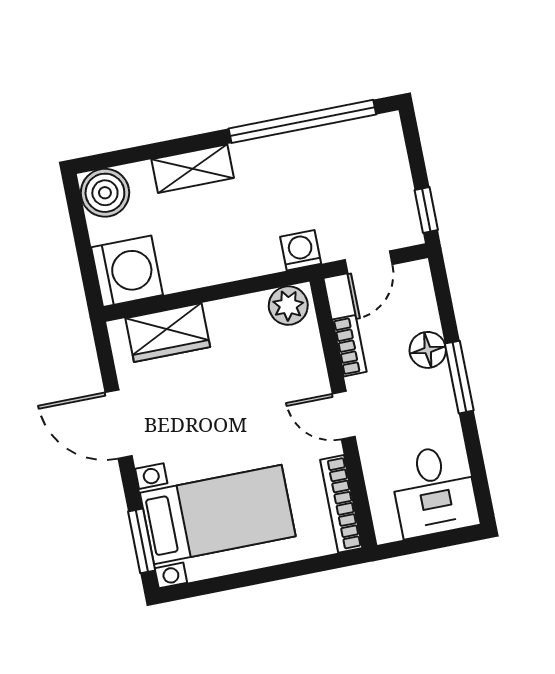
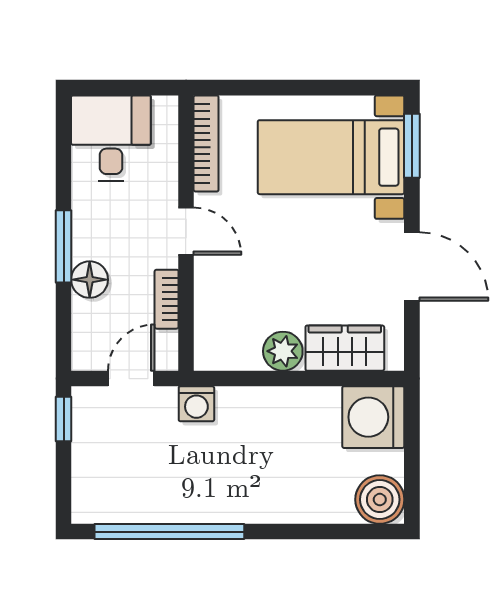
shelving: (193, 169) -> (288, 506), removed
plant: (288, 306) -> (283, 351), moved

